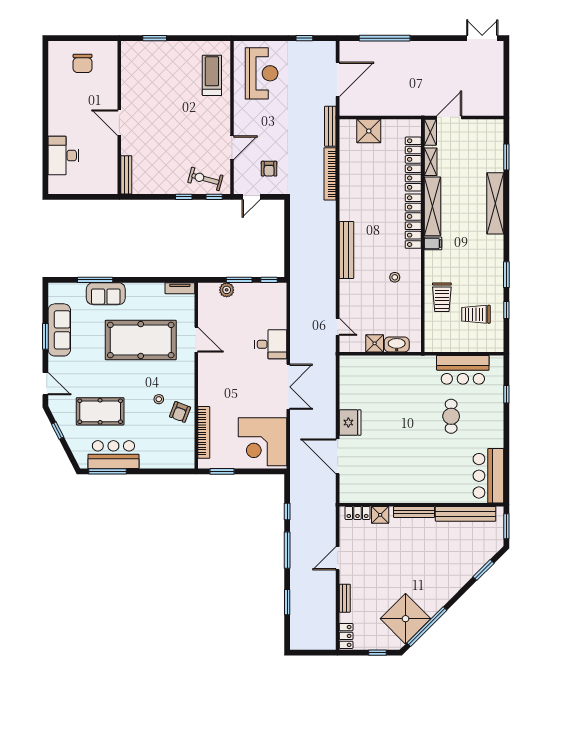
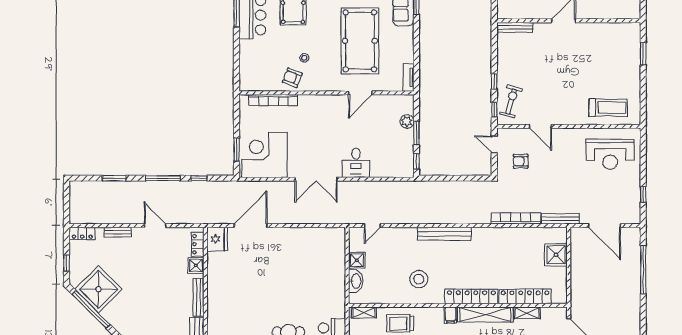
shelving: (430, 132) -> (364, 313), moved
stool: (395, 277) -> (419, 279), width x1.89, depth x1.89
fridge: (350, 423) -> (217, 239), moved, turned -90
window: (222, 471) -> (237, 150), moved

